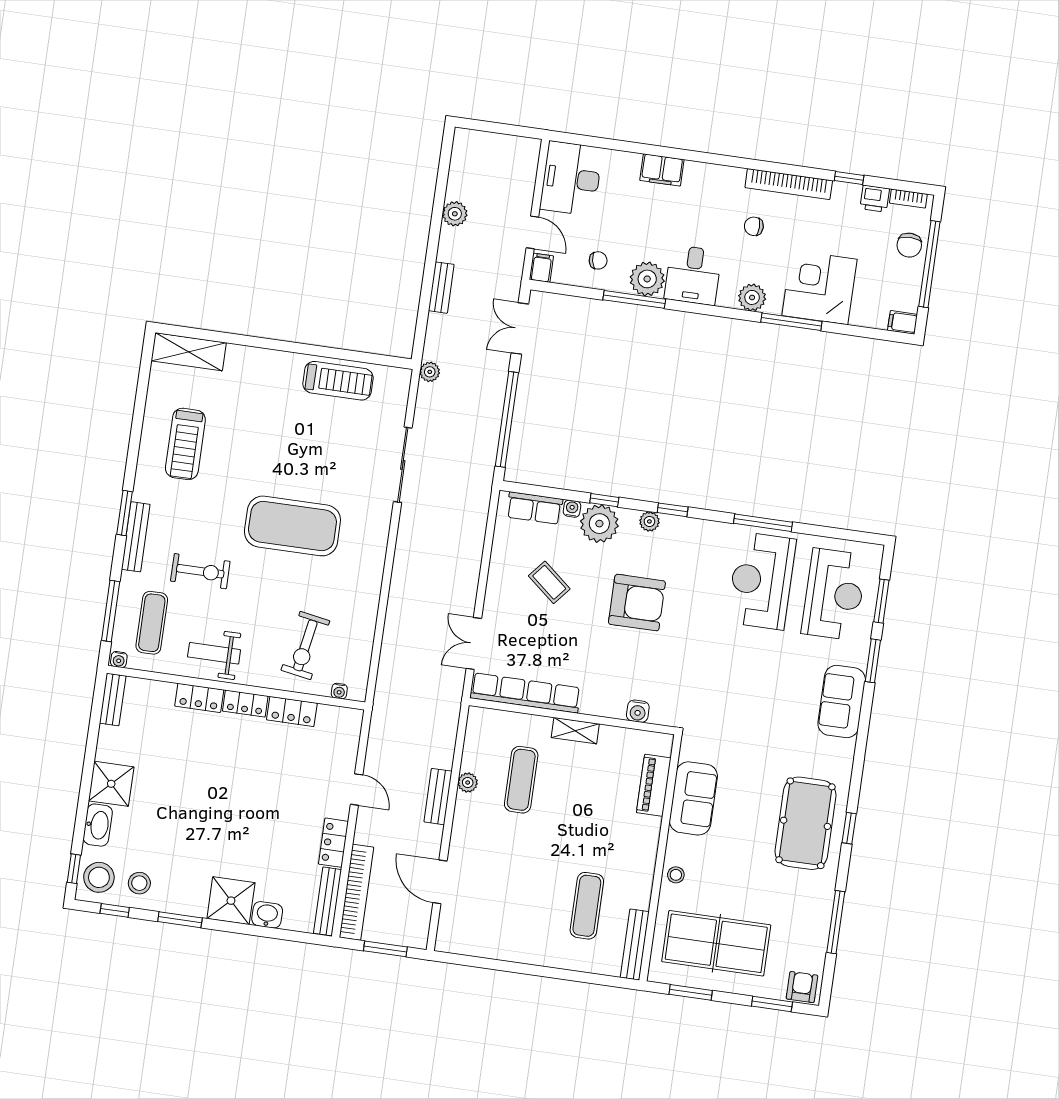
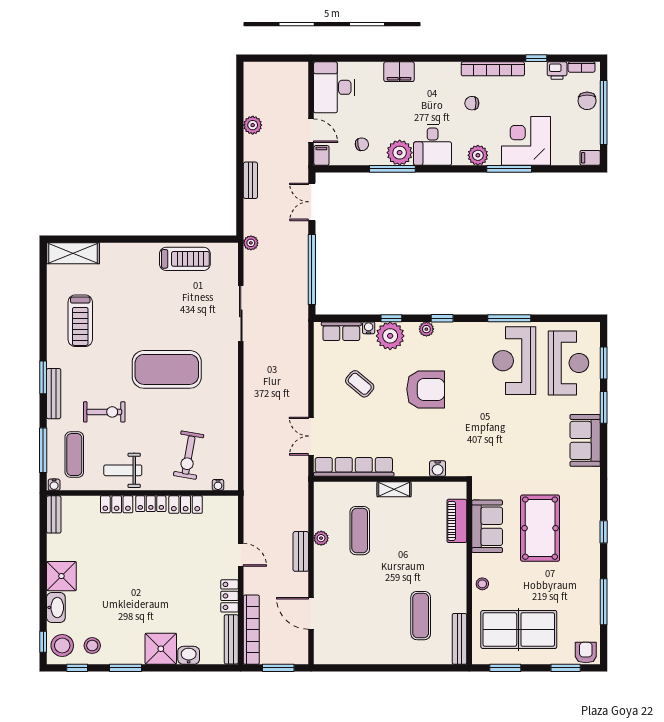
pool table: (805, 823) -> (540, 528), moved

